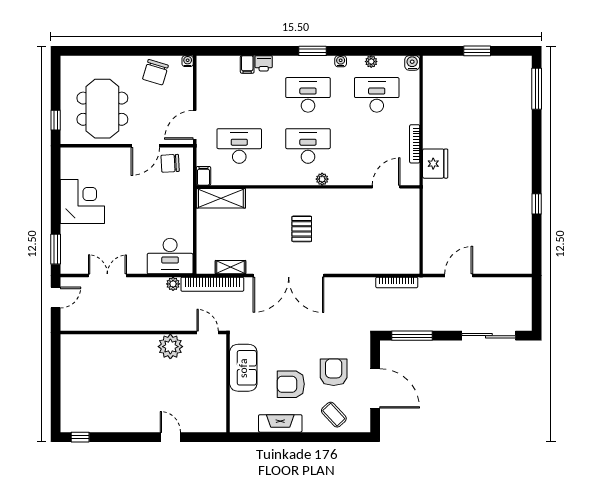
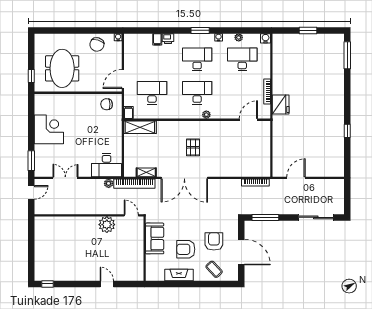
door: (145, 146) -> (90, 93), removed

